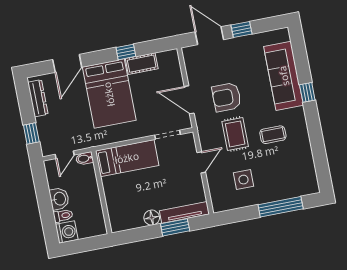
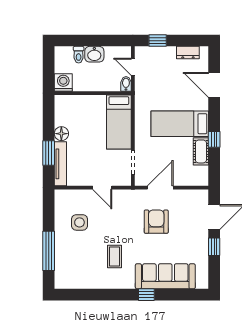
bed: (109, 94) -> (180, 124), width x0.67
dresser: (38, 98) -> (188, 53), width x0.70
rug: (235, 134) -> (122, 223), removed
washing machine: (67, 232) -> (63, 83), moved, turned 180

